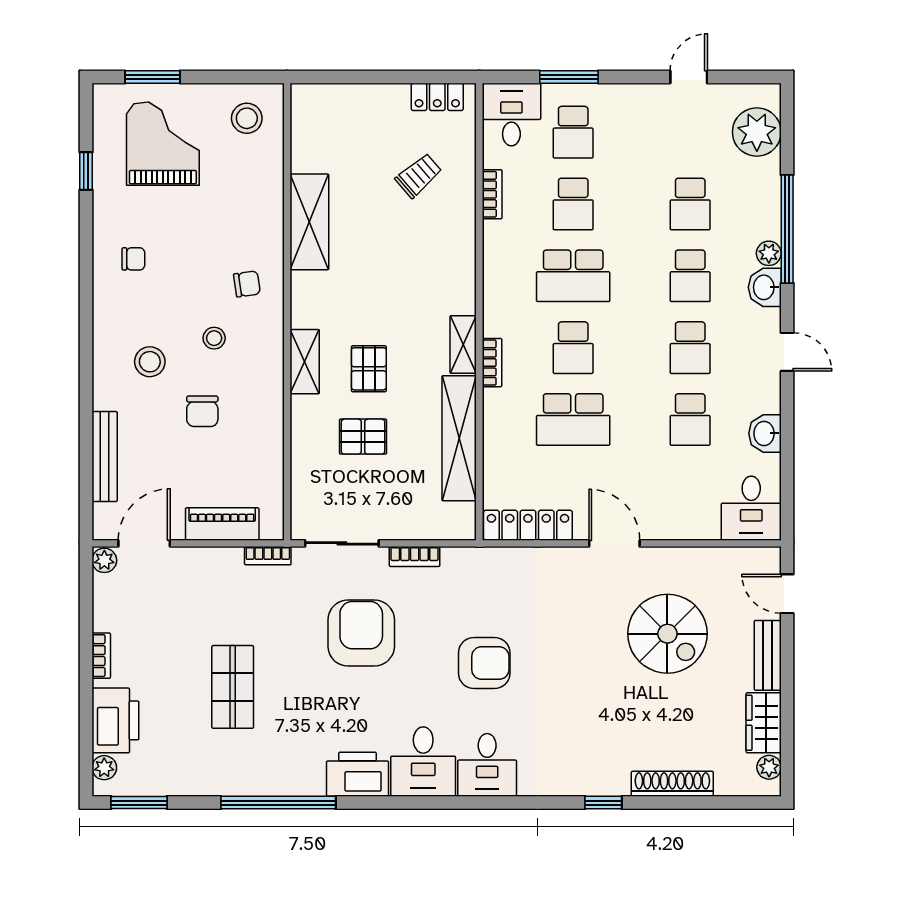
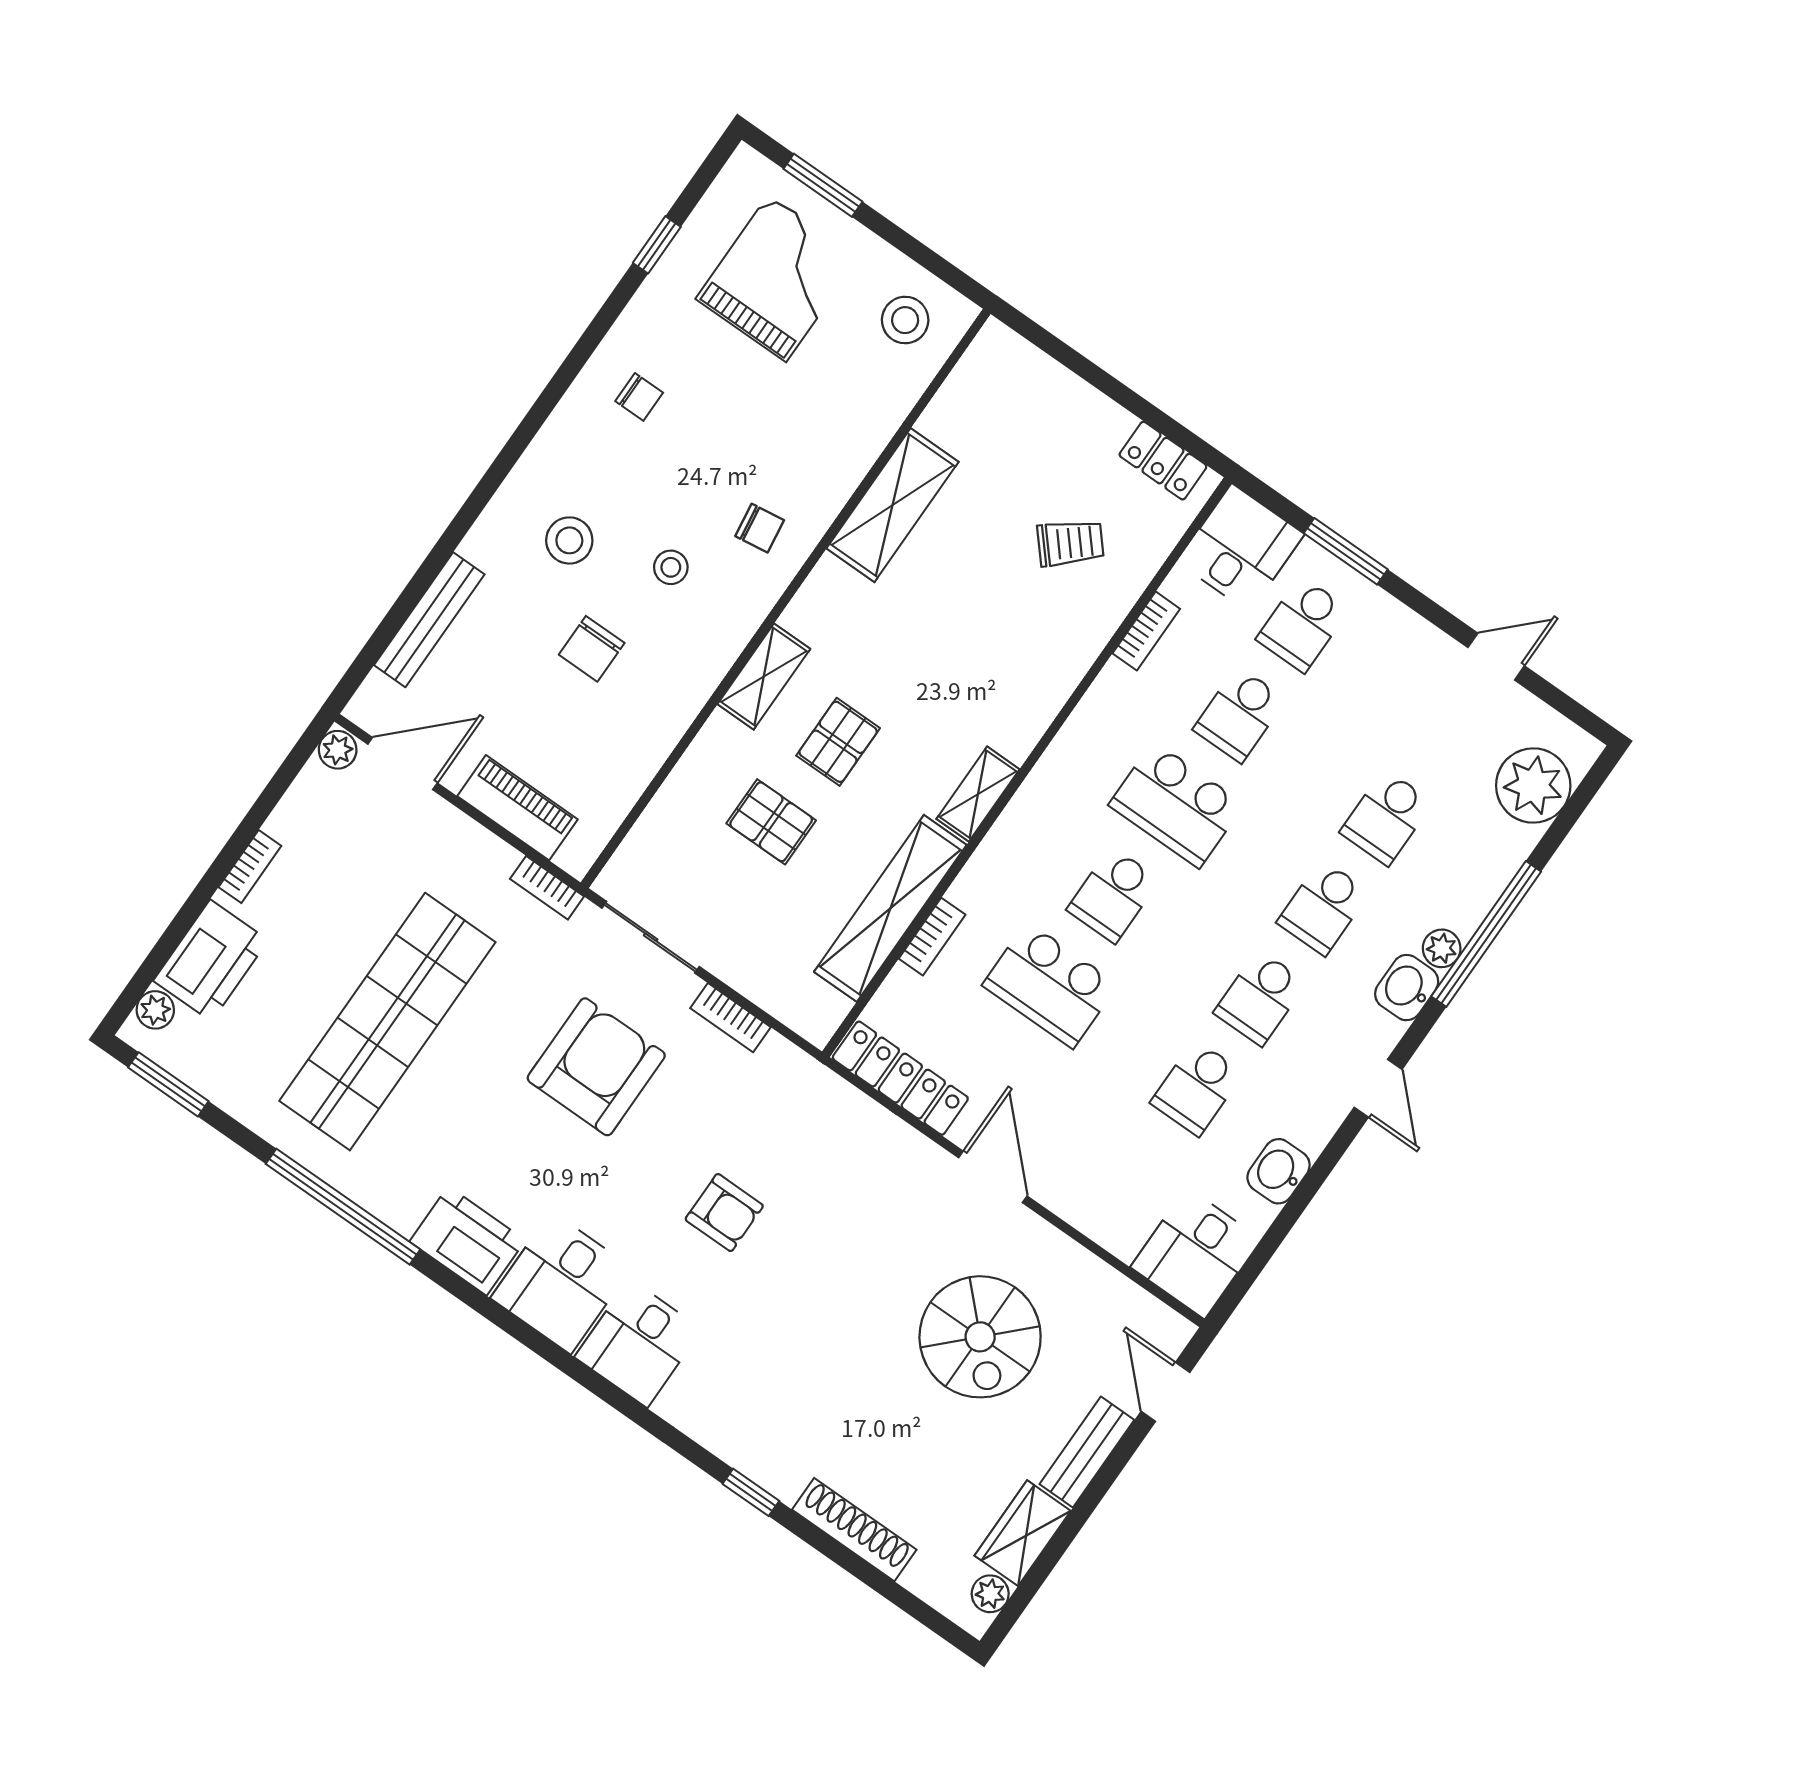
bookcase: (492, 363) -> (932, 937), moved
armchair: (484, 663) -> (724, 1213), width x0.72, depth x0.72
shop shelf: (233, 687) -> (387, 1022), width x2.00, depth x1.36

